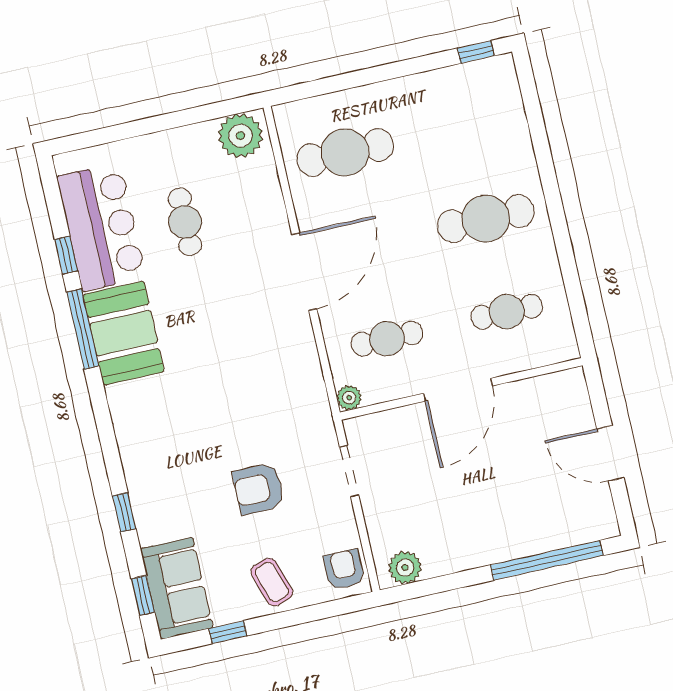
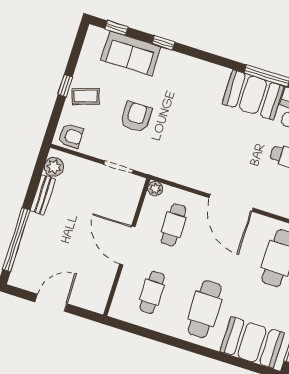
booth: (494, 119) -> (252, 342), added
bench: (457, 560) -> (43, 195), added
sofa: (177, 588) -> (131, 53), moved
window: (228, 632) -> (65, 86), moved

